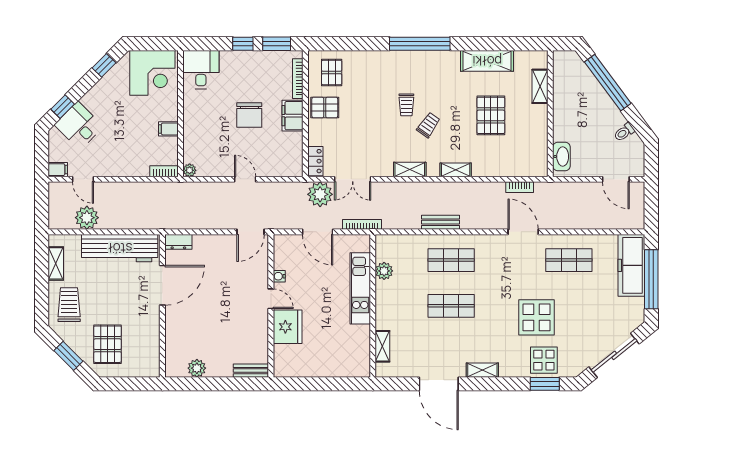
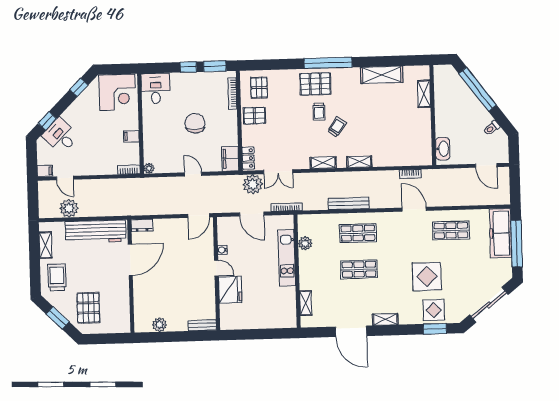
chair: (249, 115) -> (195, 123), turned 180
pallet: (491, 115) -> (315, 84), moved, turned 90
filing cabinet: (293, 116) -> (230, 159), moved
bench: (441, 222) -> (349, 204), width x1.36

